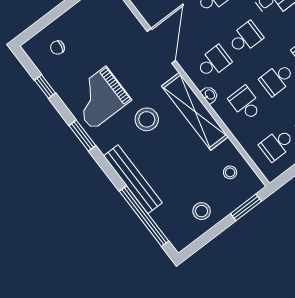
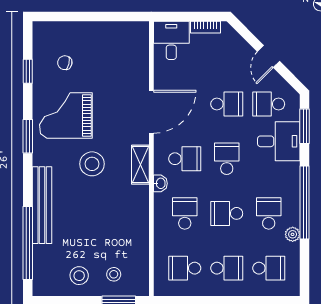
school desk: (245, 38) -> (227, 159), turned -90
chair: (57, 48) -> (65, 63), moved
shelving: (195, 111) -> (140, 165), width x0.45, depth x0.75
stool: (230, 172) -> (114, 274), moved

